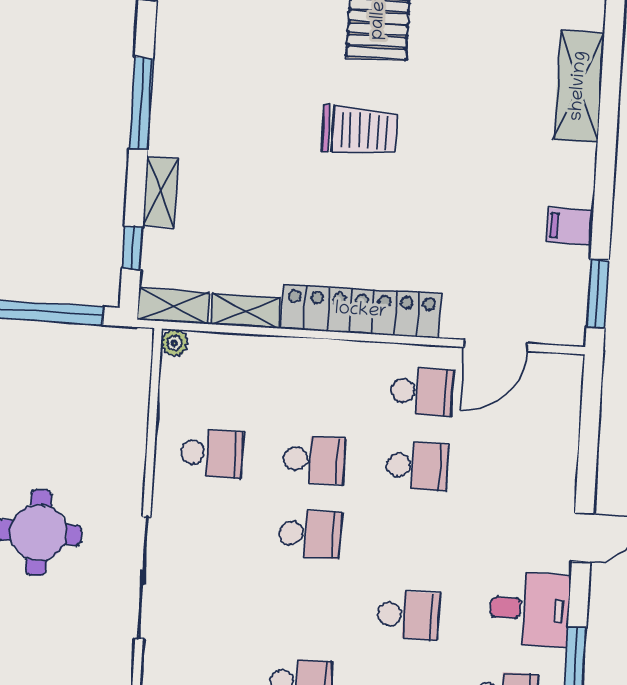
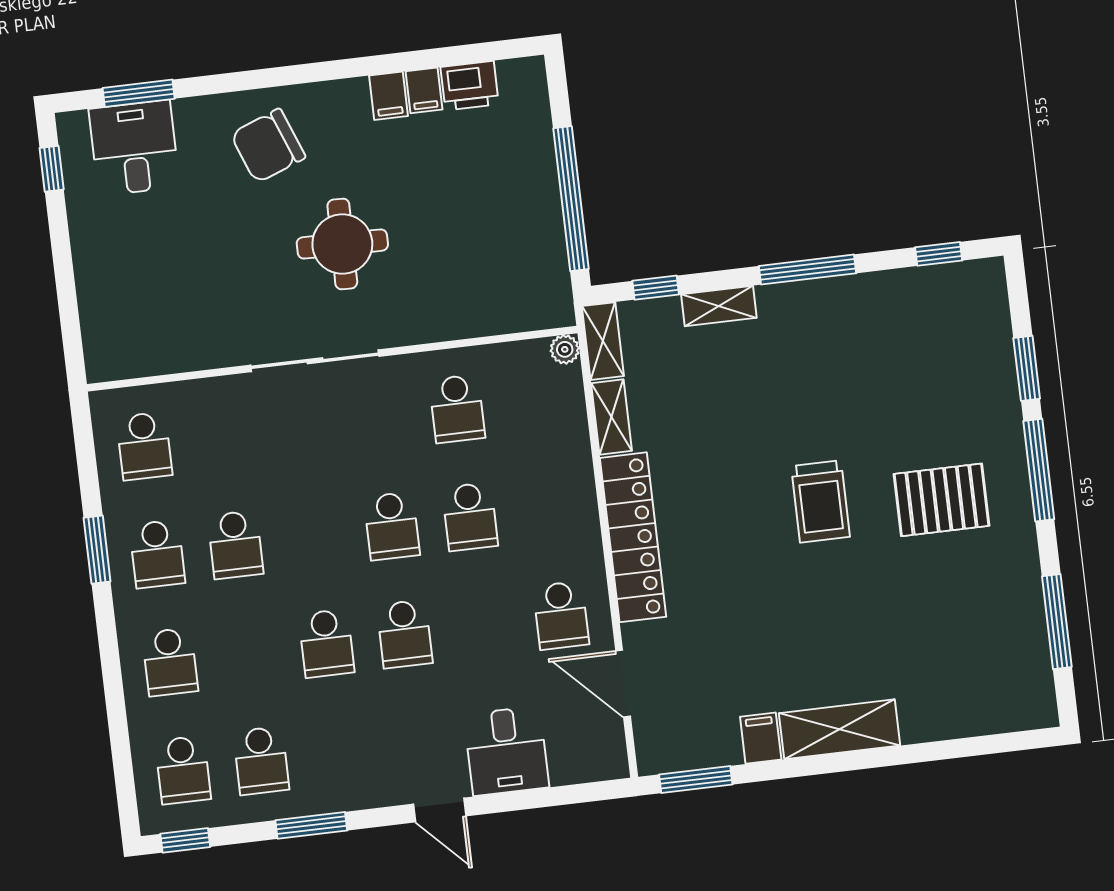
shelving: (579, 86) -> (839, 729), moved
school desk: (417, 466) -> (405, 634), moved
desk: (530, 609) -> (506, 751), moved

